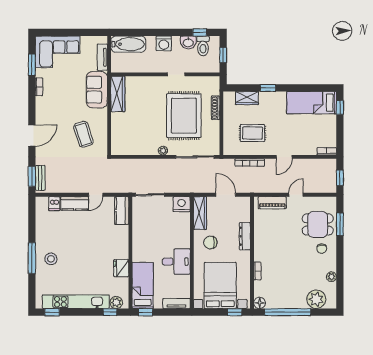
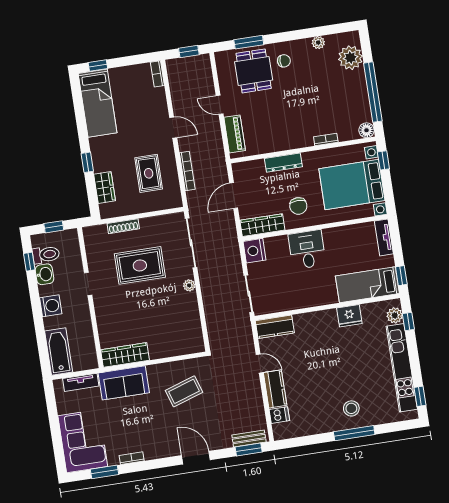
rug: (184, 116) -> (140, 265), width x0.73, depth x0.69
desk: (176, 262) -> (307, 250), moved

